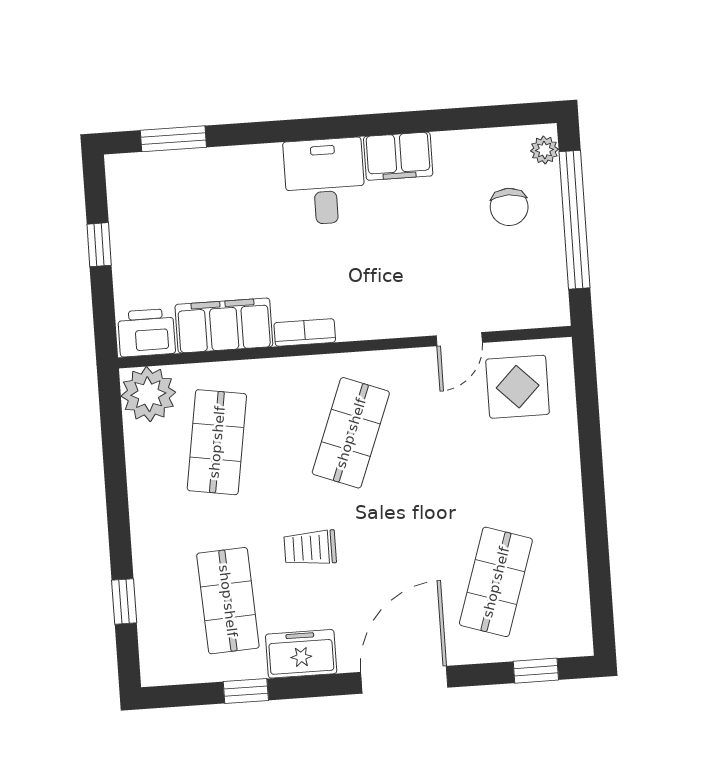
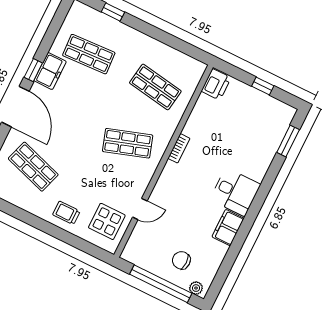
filing cabinet: (224, 326) -> (201, 117), removed
door: (459, 339) -> (140, 209), swing flipped
plant: (148, 394) -> (191, 71), removed
shop shelf: (351, 433) -> (128, 143), turned -39
trolley: (310, 548) -> (66, 213), moved, turned -90
window: (246, 691) -> (33, 70), moved

